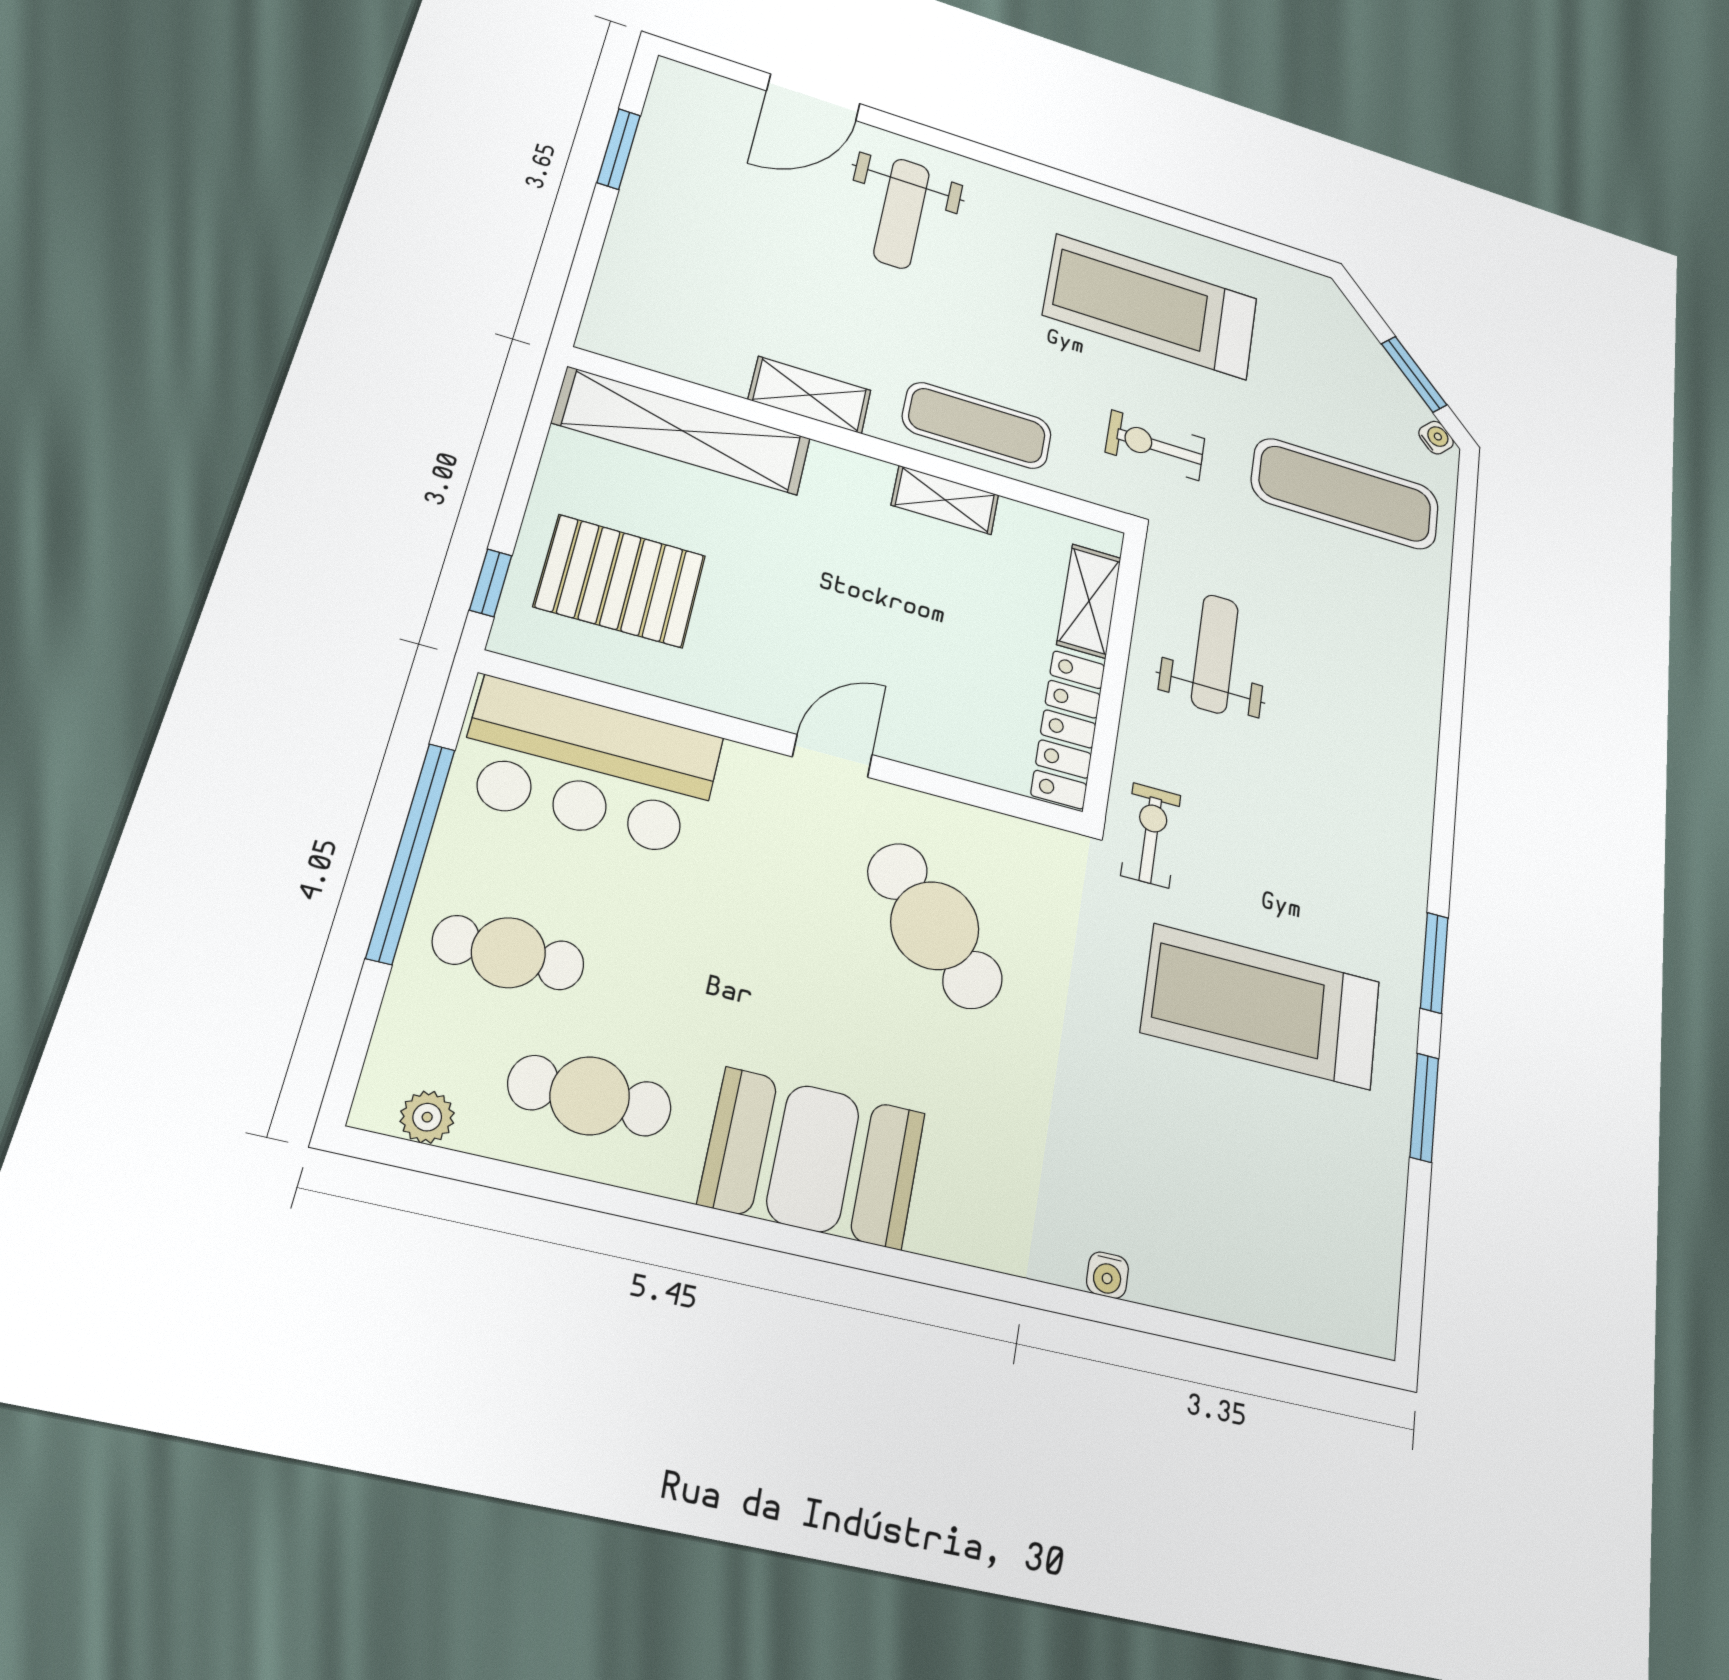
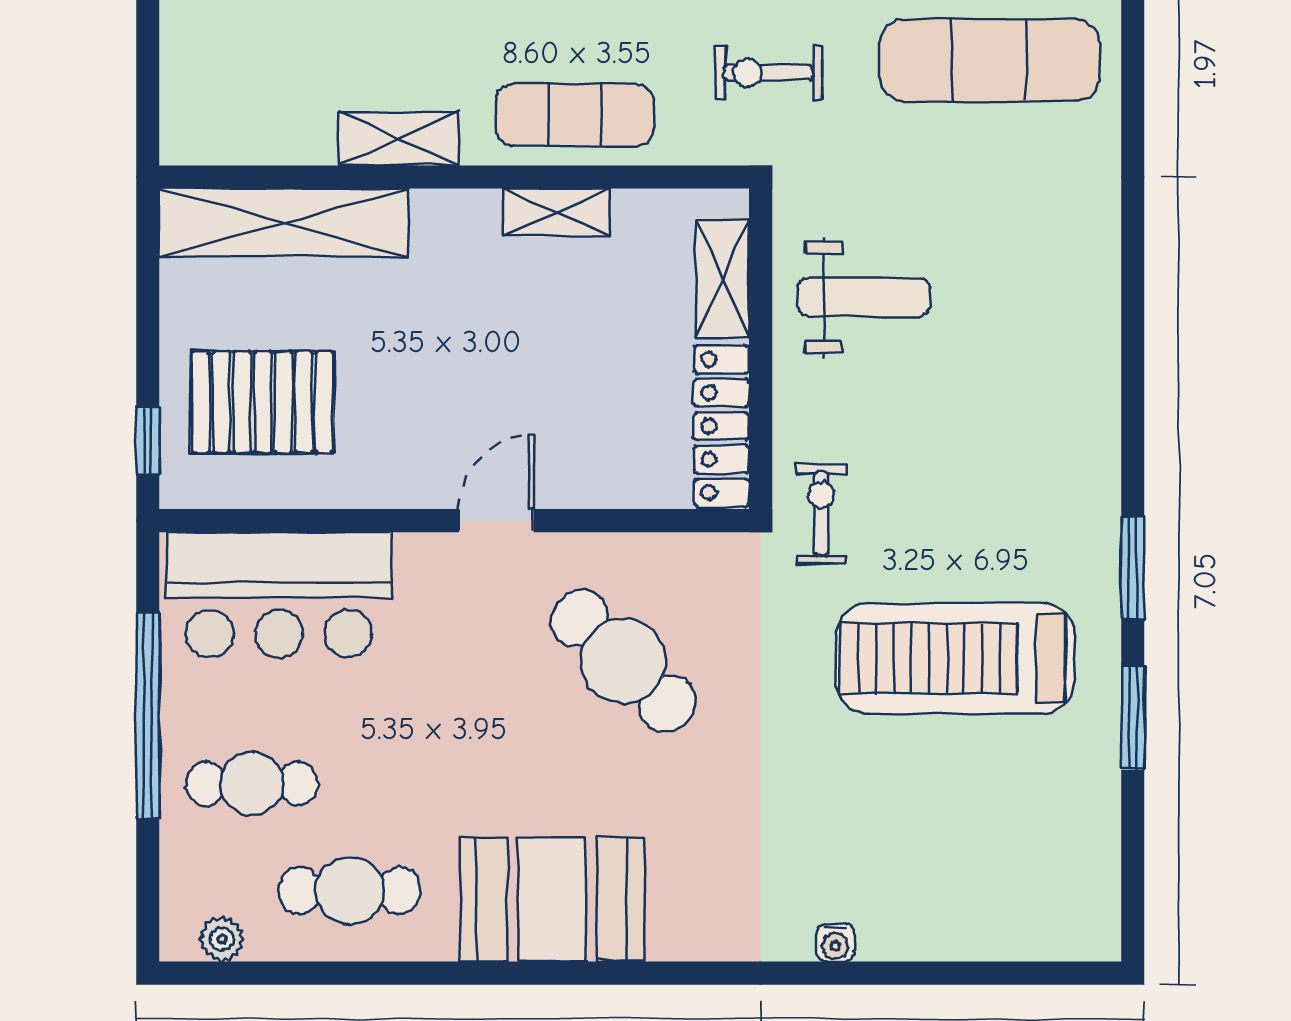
weight bench: (1215, 654) -> (864, 297), turned 90

